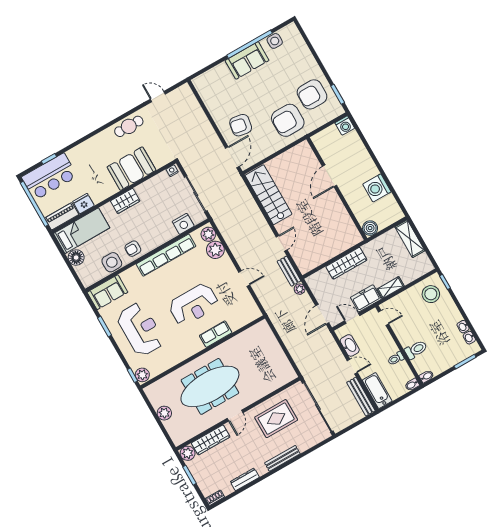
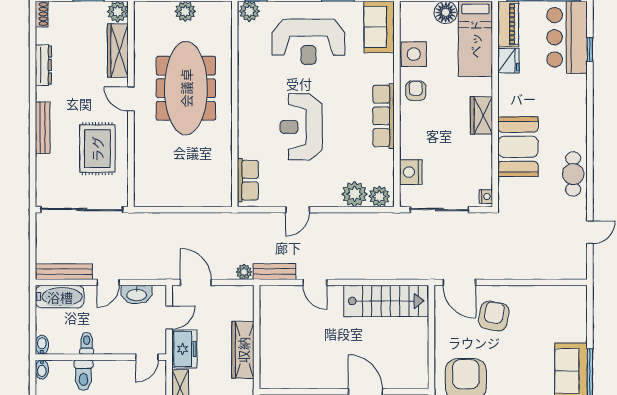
row of seats: (166, 255) -> (384, 116), width x0.73
row of seats: (216, 334) -> (248, 180), moved

